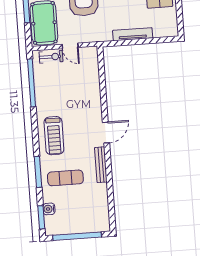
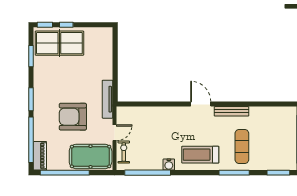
tv unit: (133, 34) -> (108, 99), moved
treadmill: (54, 136) -> (200, 155), turned 180
water cooler: (49, 209) -> (169, 165), moved

